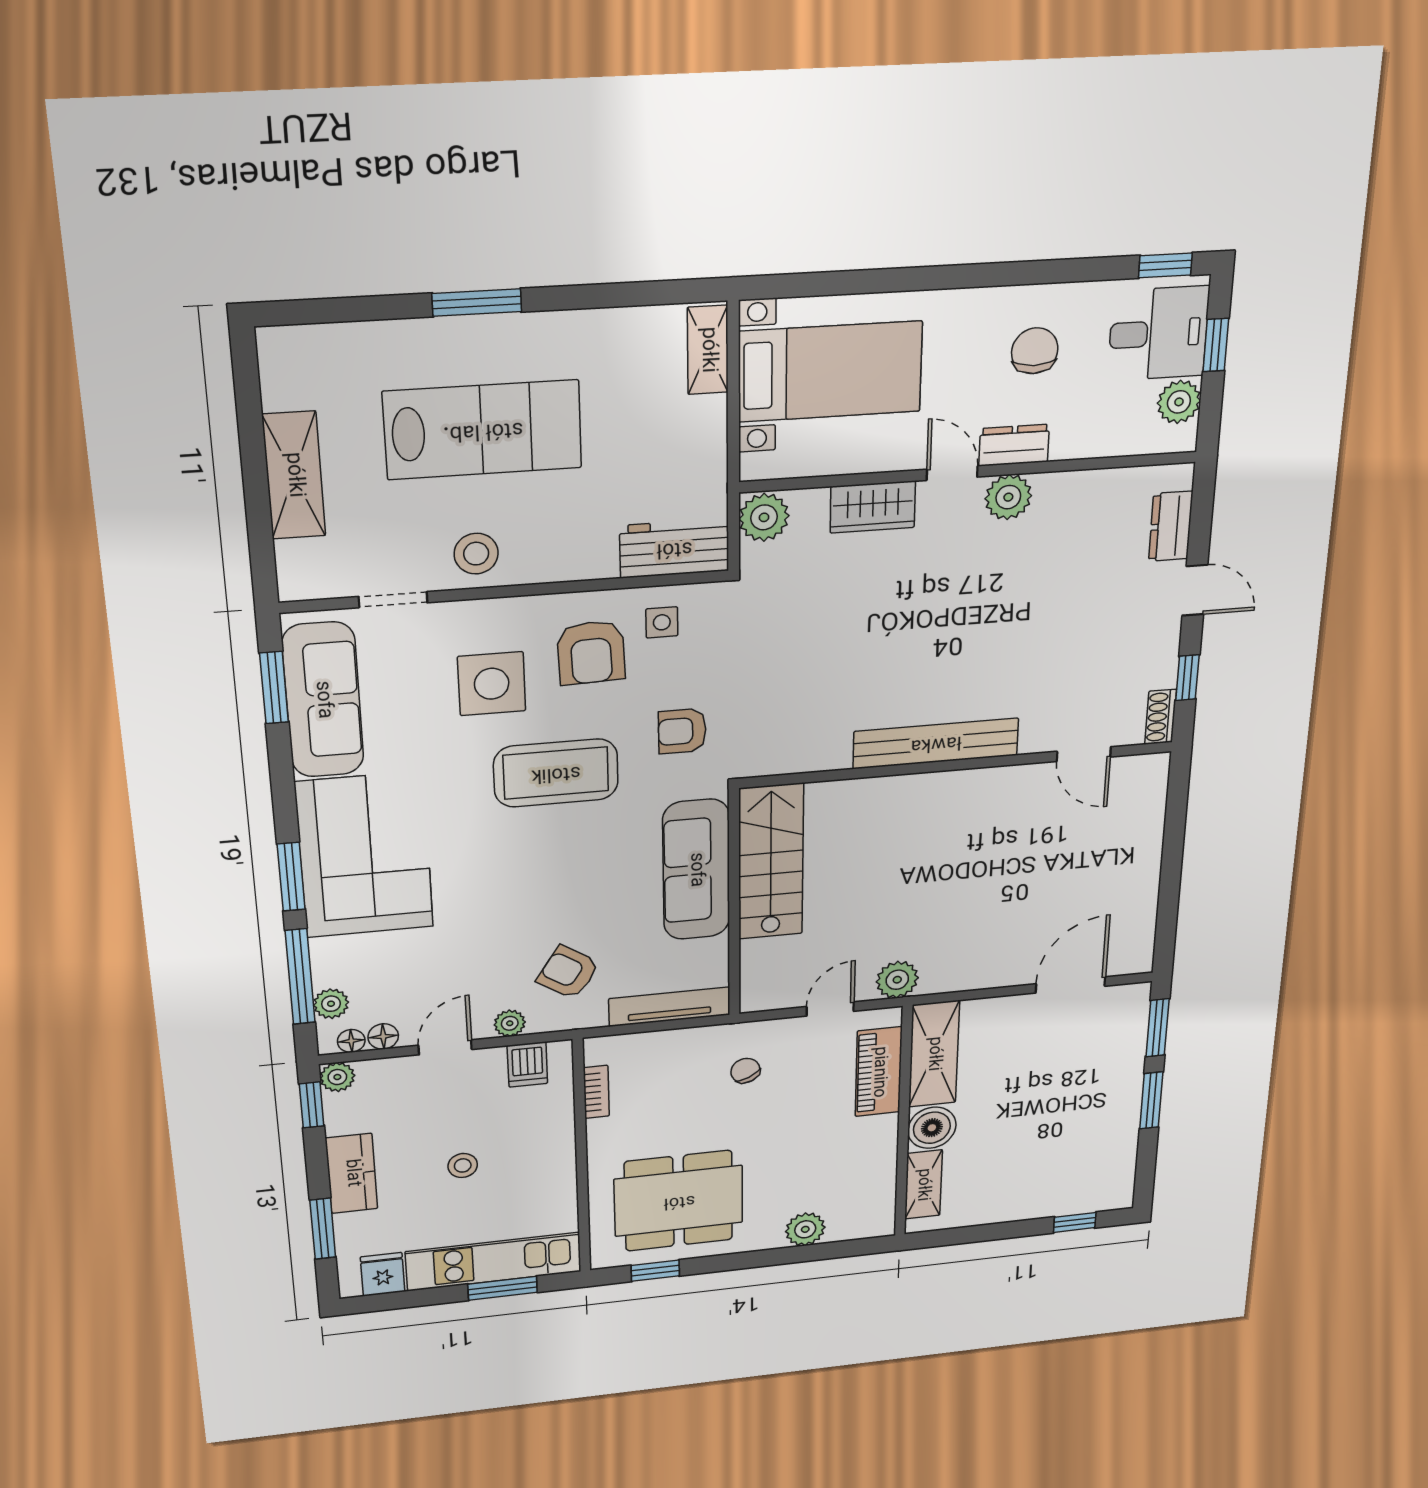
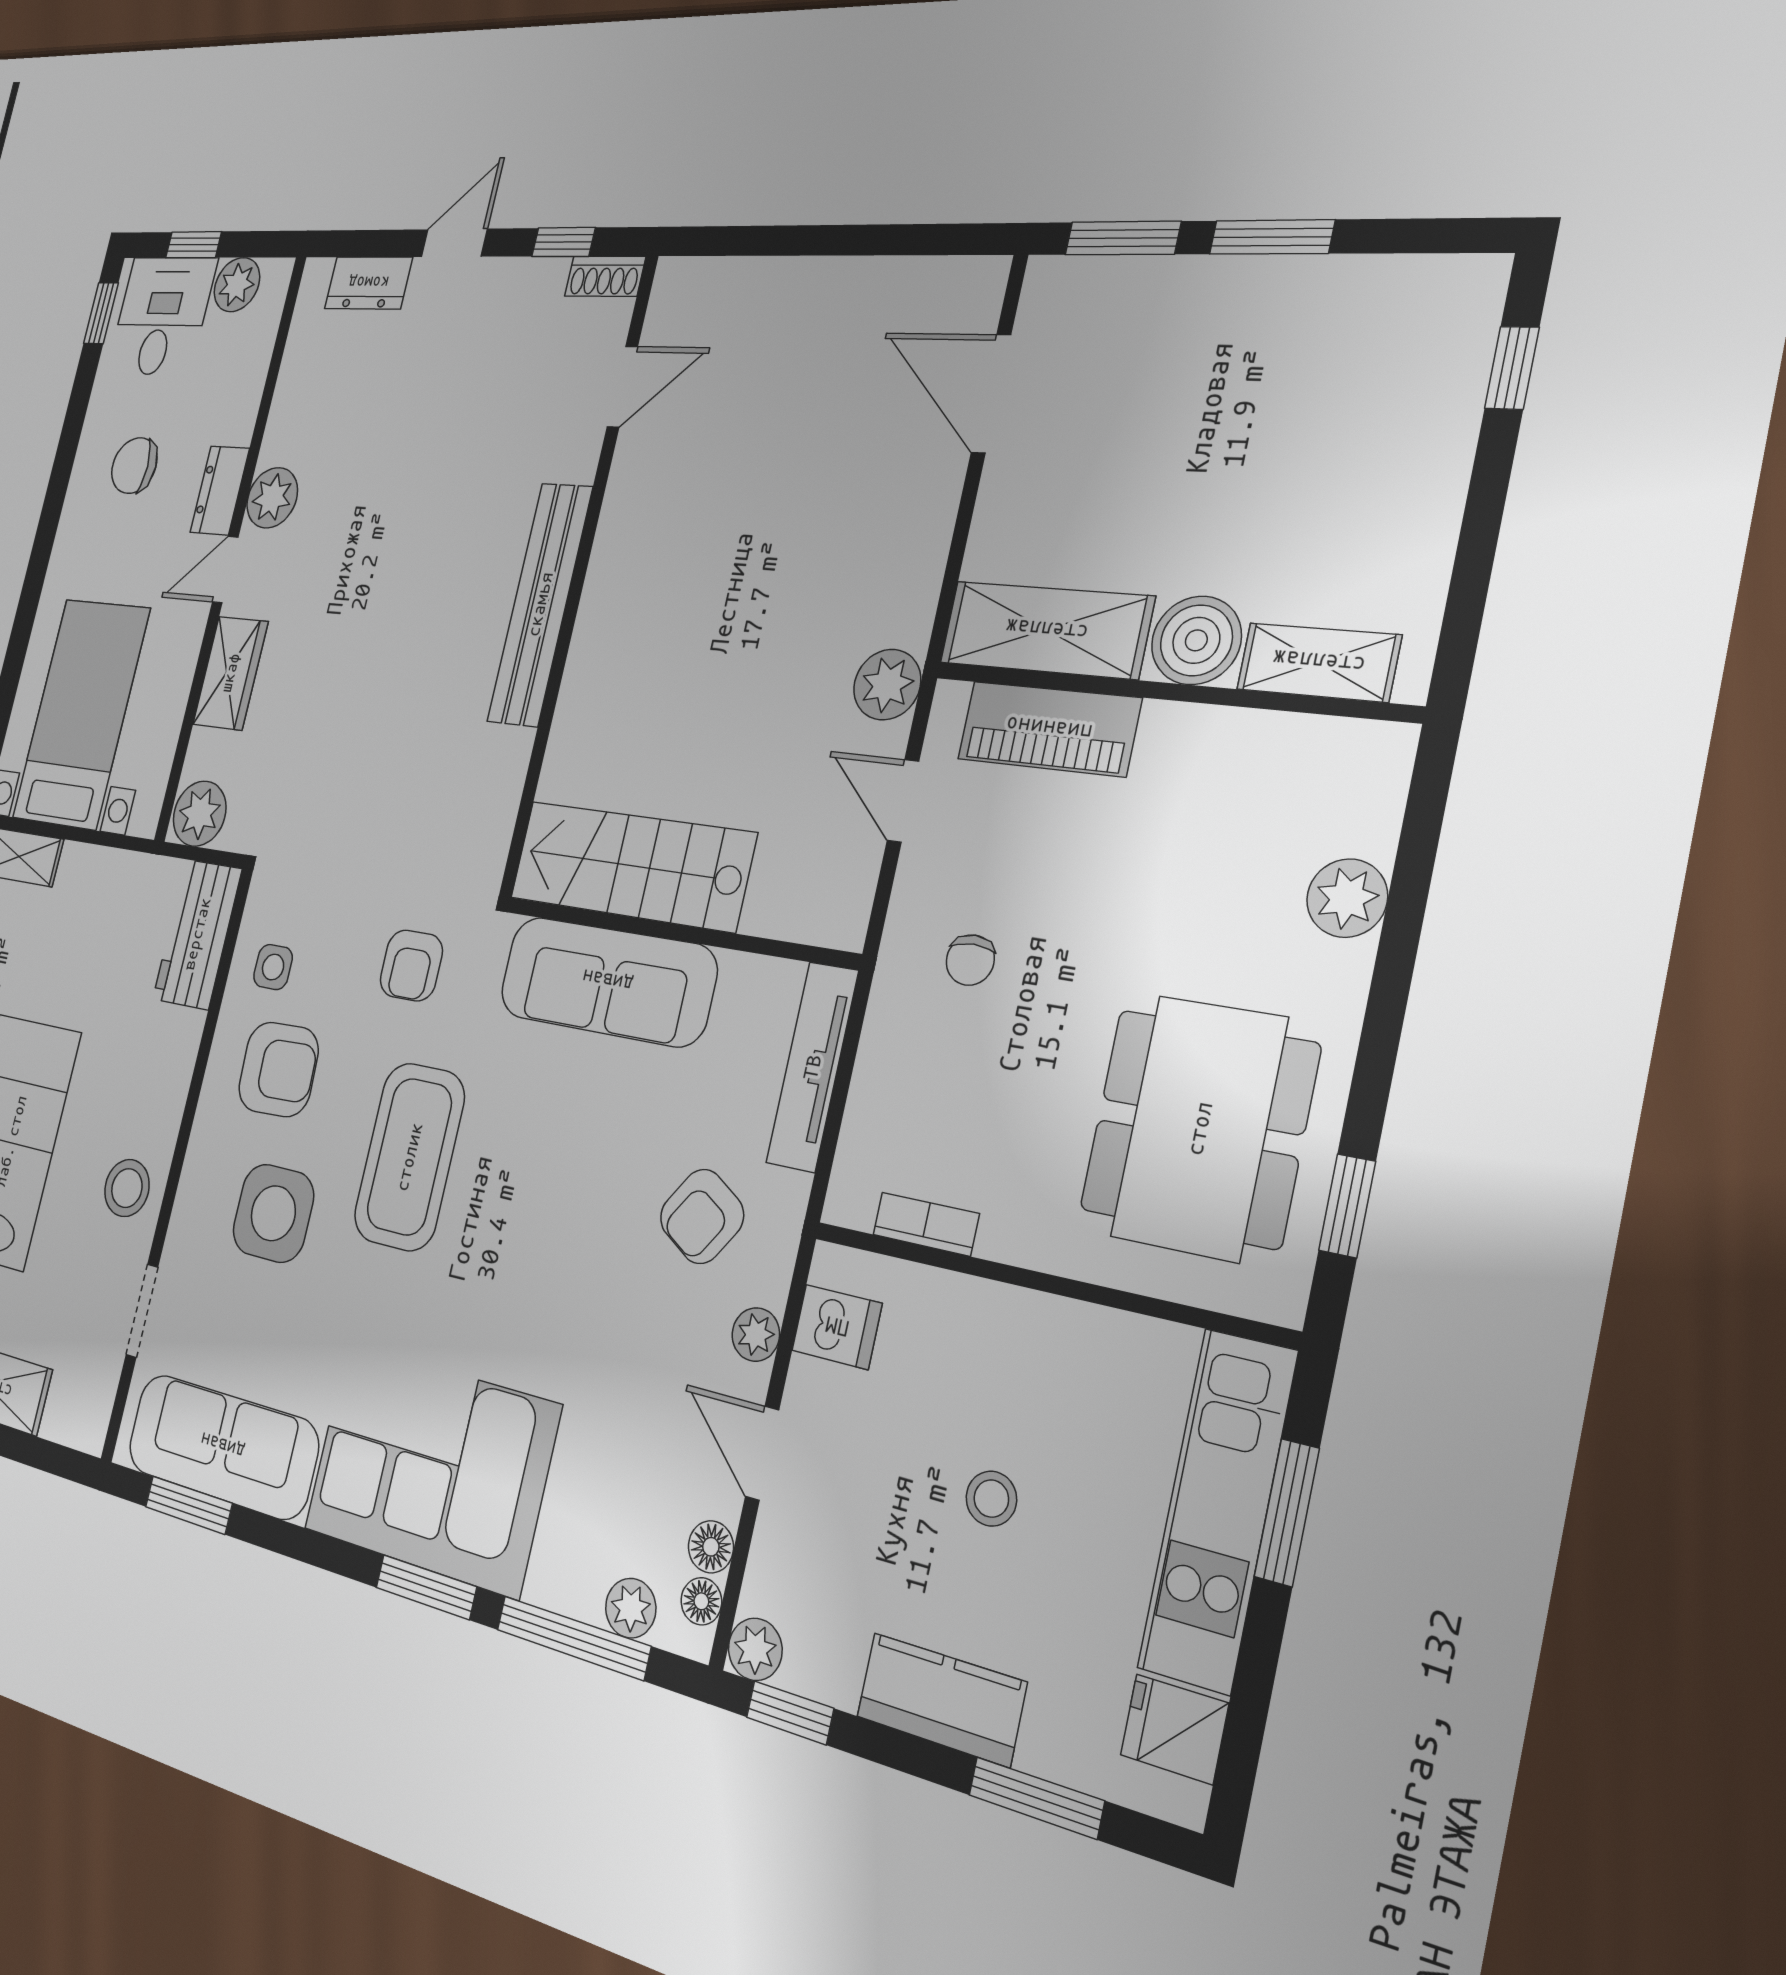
chair: (745, 1071) -> (970, 960), turned -64

